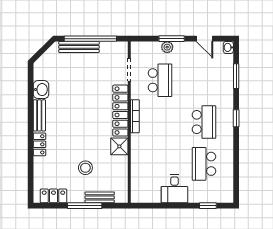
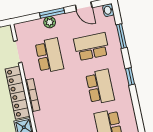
school desk: (204, 80) -> (92, 47), added

